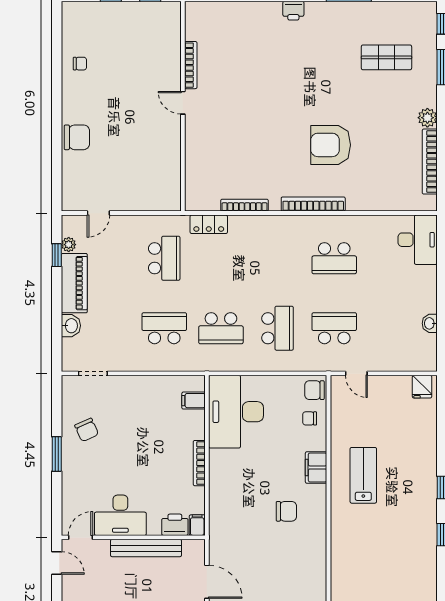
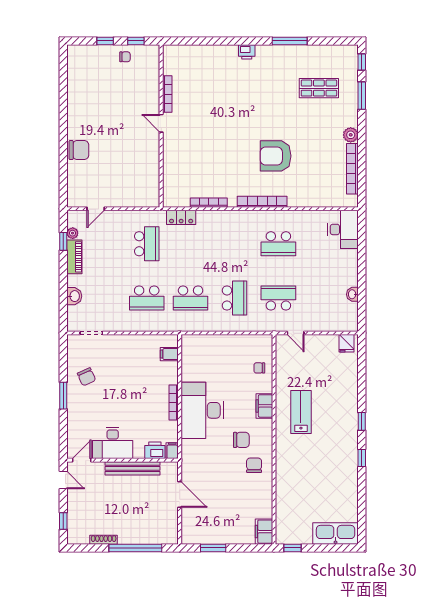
chair: (80, 64) -> (125, 57), moved
piano: (74, 283) -> (74, 257), width x0.73, depth x0.75
school desk: (164, 328) -> (147, 298), turned 180
chair: (314, 390) -> (254, 465), moved, turned 90
desk: (236, 412) -> (202, 410), moved

